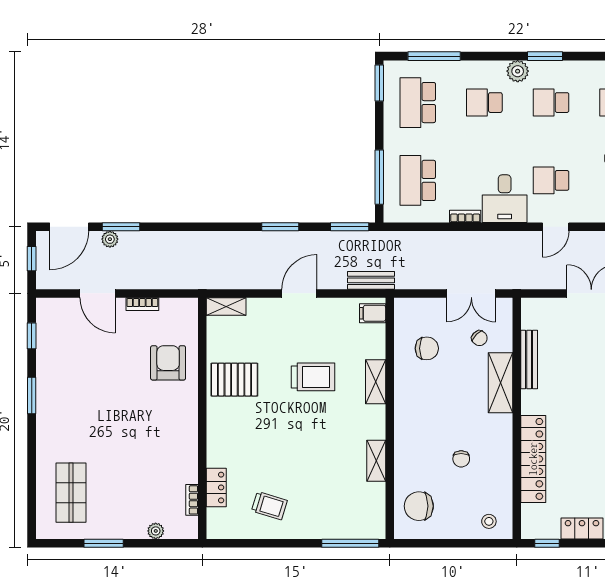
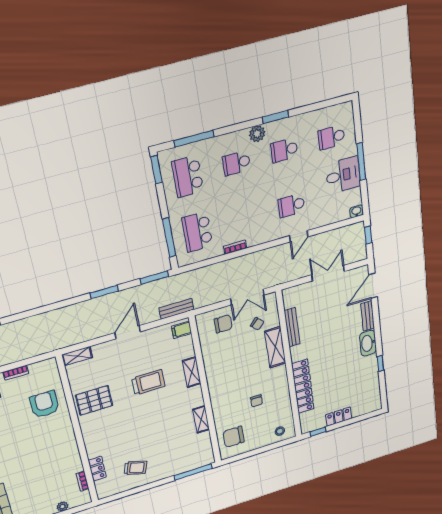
desk: (505, 199) -> (261, 227), removed
chair: (427, 348) -> (223, 324), moved

